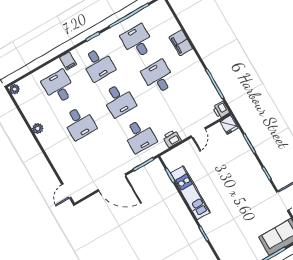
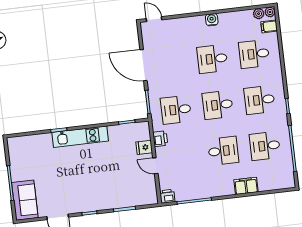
desk: (137, 41) -> (265, 146), turned 180
filing cabinet: (68, 61) -> (269, 26), moved
desk: (59, 87) -> (254, 54), turned 180
fridge: (229, 125) -> (144, 147), moved
plant: (38, 128) -> (259, 14), moved
water cooler: (44, 139) -> (212, 20), added
door: (112, 183) -> (144, 65), hinge flipped
kitchen unit: (190, 193) -> (80, 137), moved

